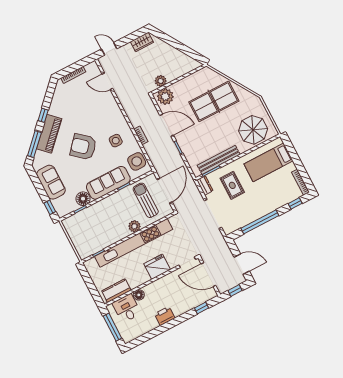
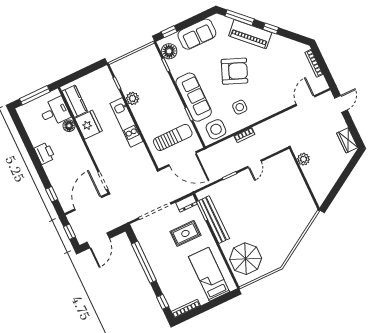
plant: (165, 97) -> (286, 164), removed
table tennis table: (214, 101) -> (279, 217), removed
door: (167, 125) -> (254, 164), width x0.53
armchair: (83, 147) -> (234, 71), turned 71
floor lamp: (83, 199) -> (169, 51), moved
plant: (134, 226) -> (133, 98), moved
kitchen unit: (134, 243) -> (127, 122), width x0.54
fridge: (157, 267) -> (89, 125), moved

